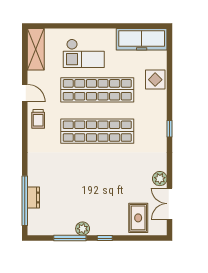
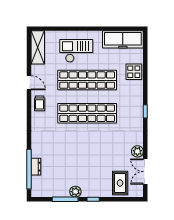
checkout: (84, 53) -> (76, 51), turned 180

